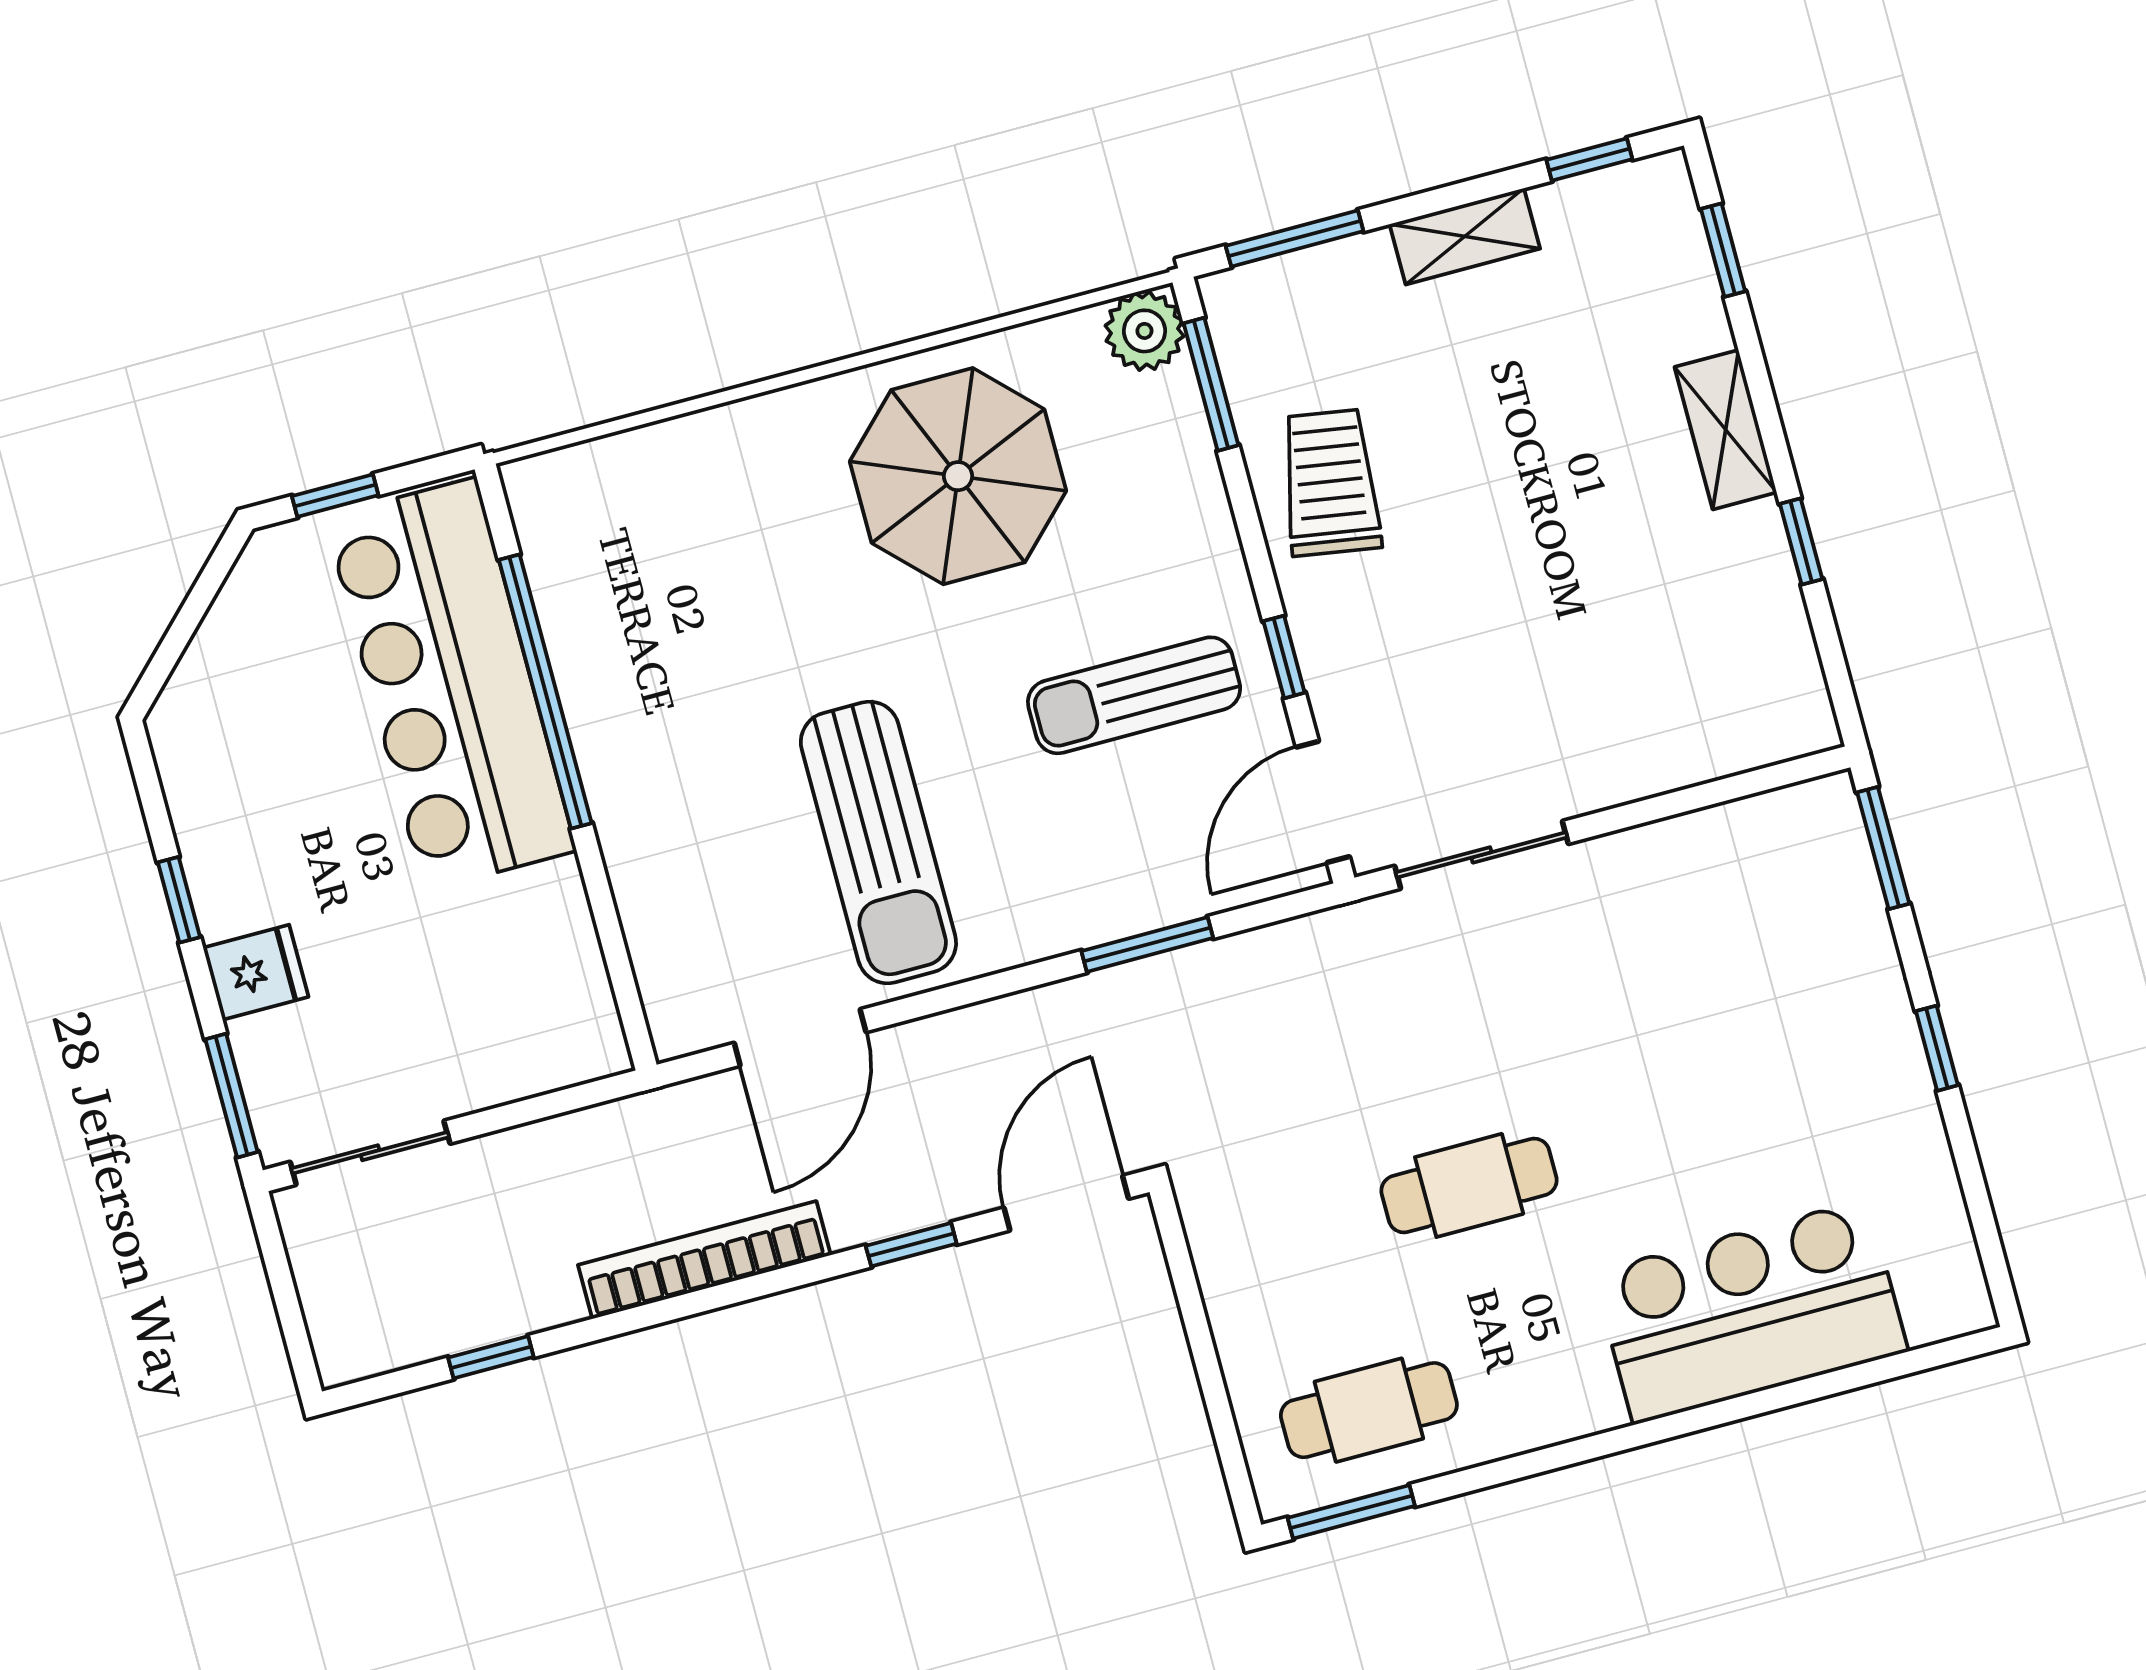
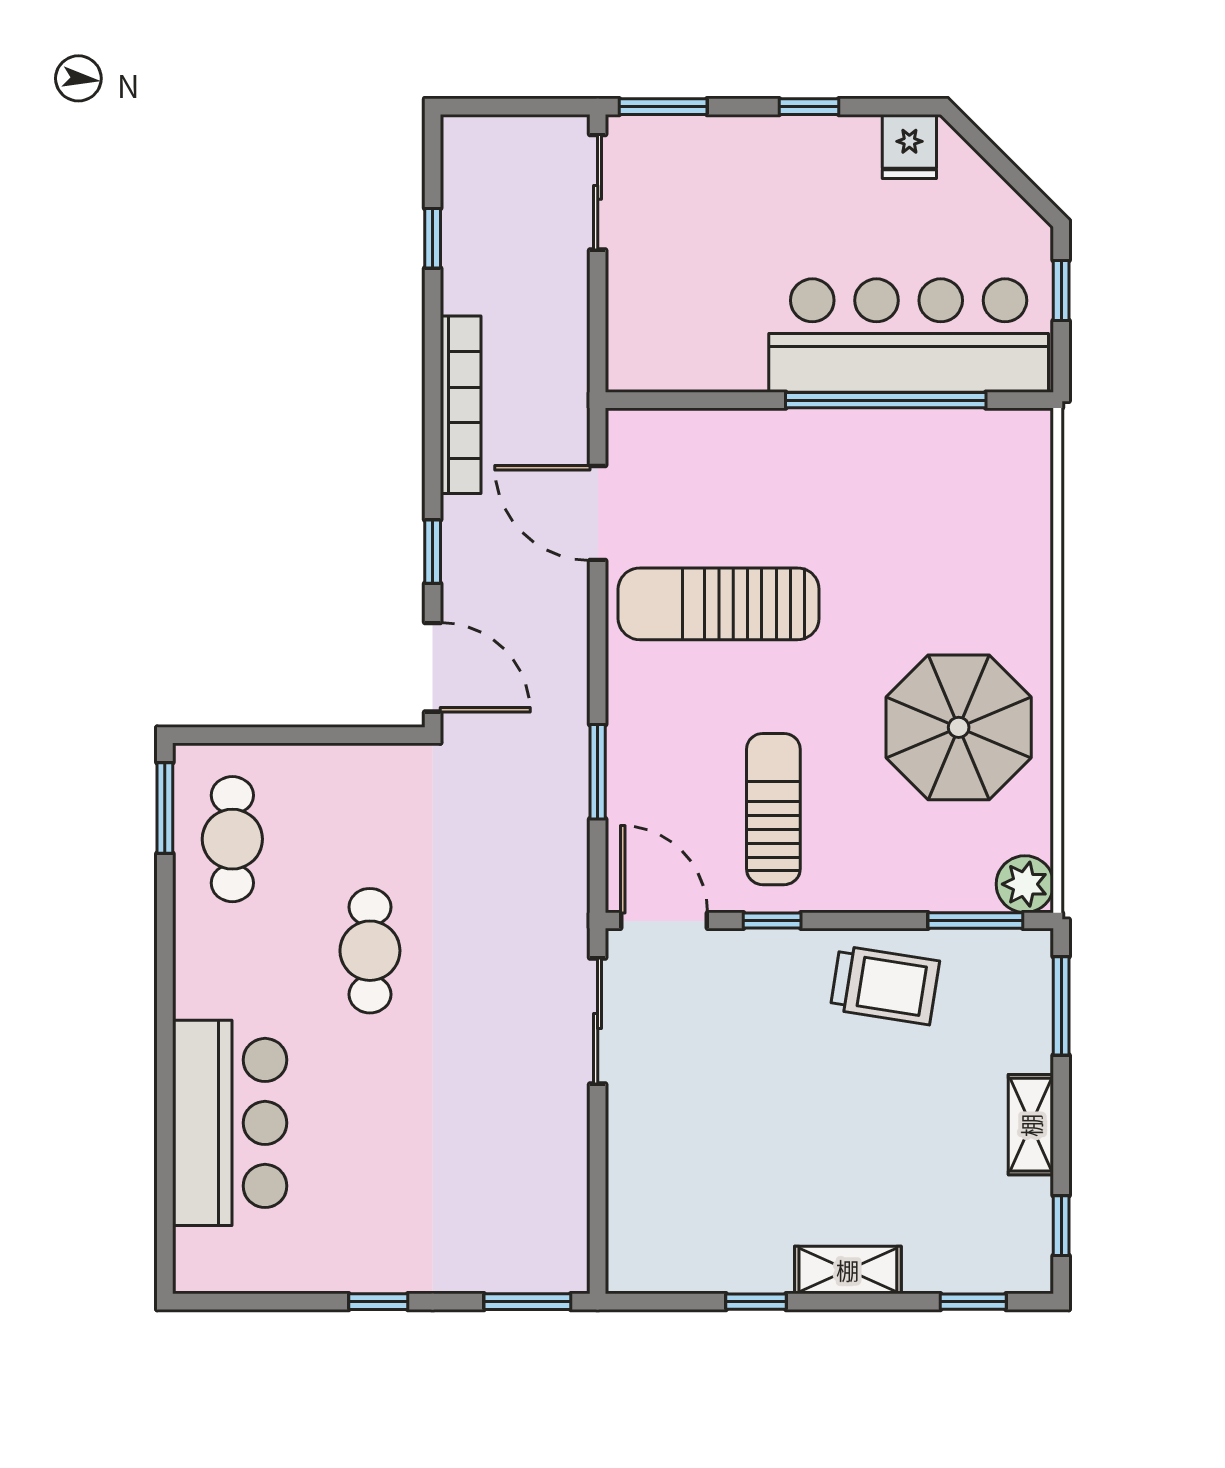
fridge: (256, 972) -> (909, 146), moved

